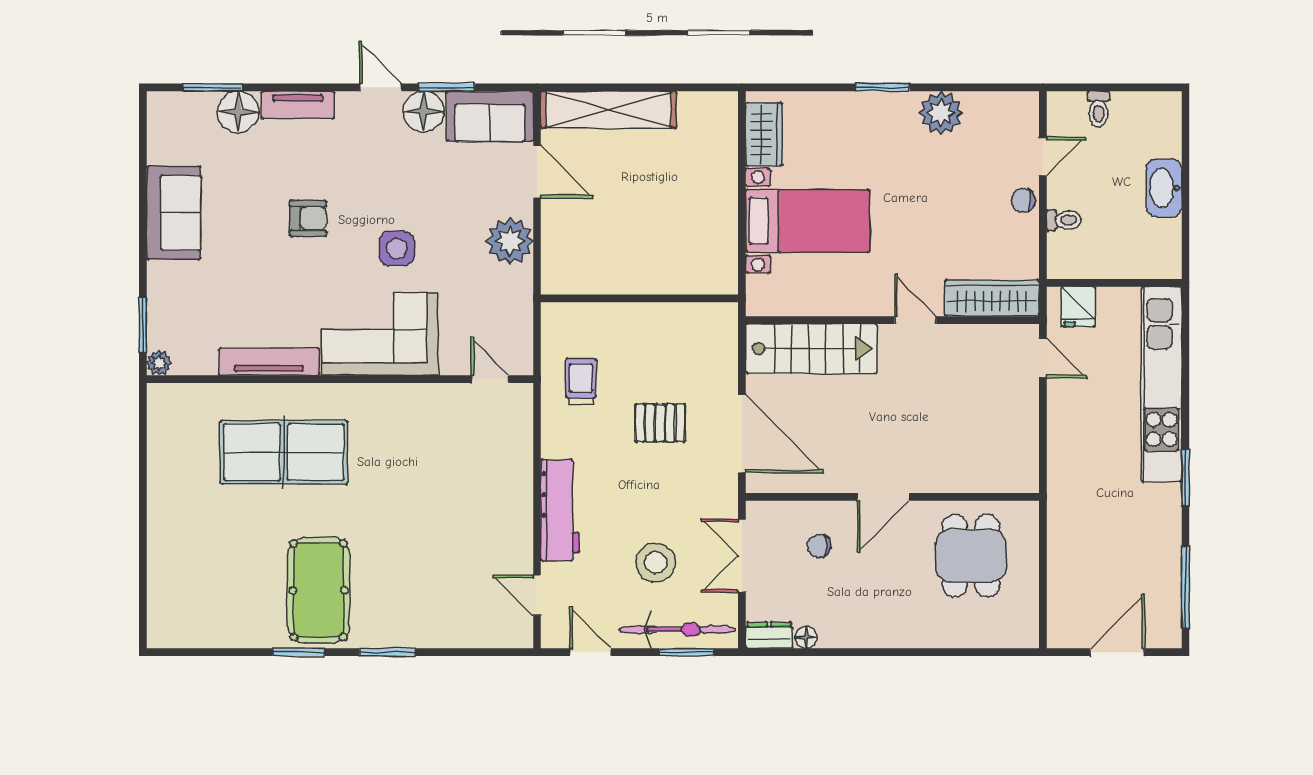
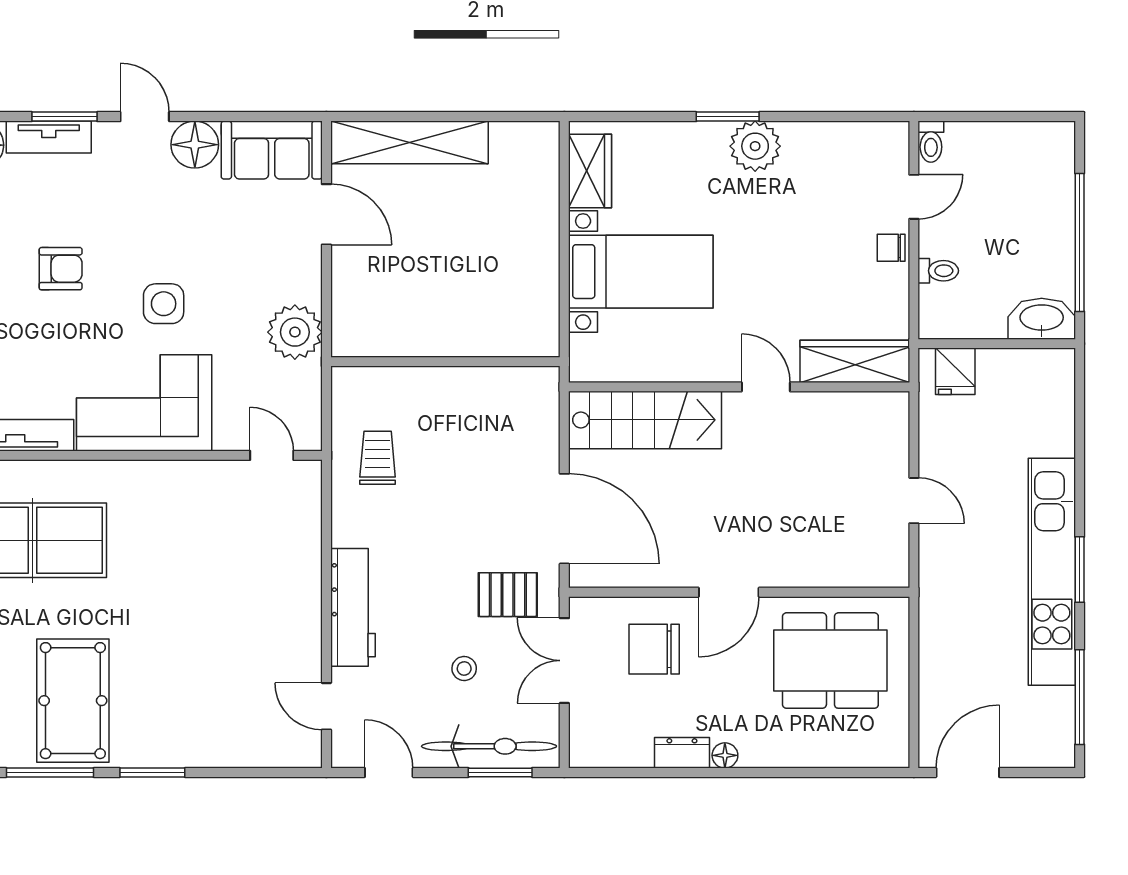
window: (447, 87) -> (65, 117), moved
toilet: (1098, 109) -> (931, 142), moved
plant: (941, 113) -> (755, 146), moved
washbasin: (1164, 188) -> (1042, 319), moved, turned 90
window: (1186, 196) -> (1080, 242), added
plant: (510, 241) -> (295, 332), moved
door: (1043, 358) -> (914, 501), moved
kitchen unit: (1162, 384) -> (1052, 572), moved
pallet: (660, 423) -> (508, 595), moved
chair: (819, 546) -> (654, 649), width x1.87, depth x1.87
dining table: (971, 556) -> (830, 661), width x1.38
stool: (656, 563) -> (464, 669), width x0.53, depth x0.53
dresser: (769, 635) -> (682, 753), moved
floor lamp: (806, 637) -> (725, 755), moved
window: (299, 652) -> (50, 772), width x1.44
door: (1117, 652) -> (968, 772), moved

